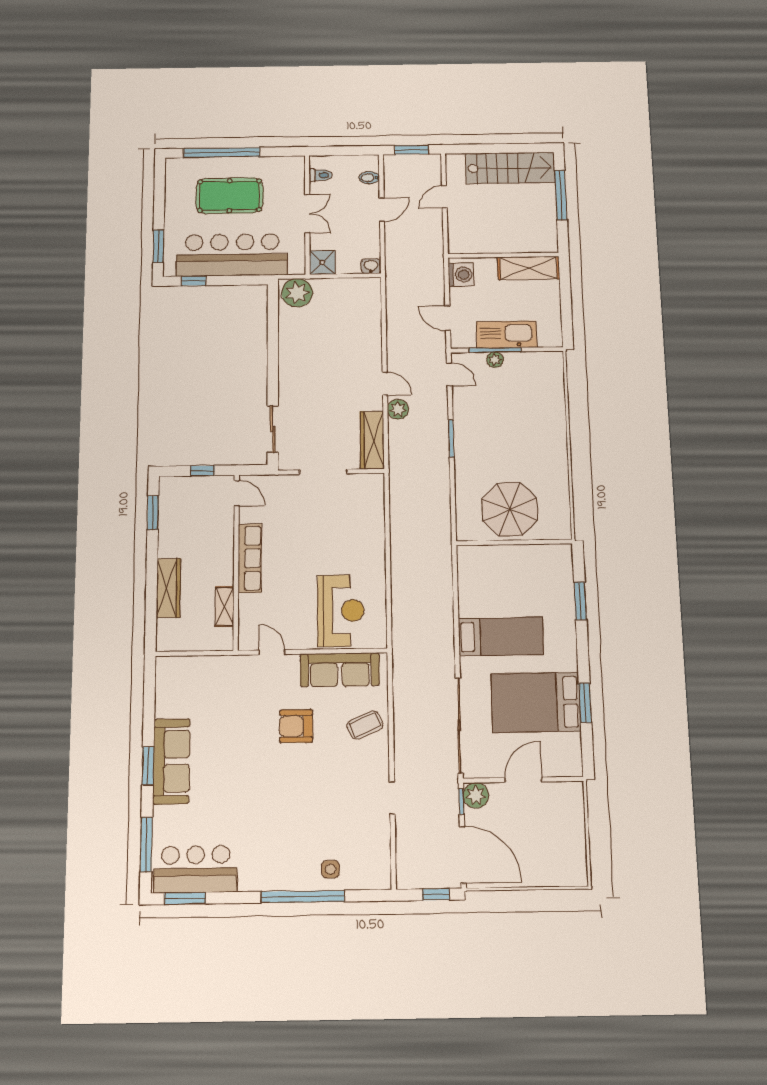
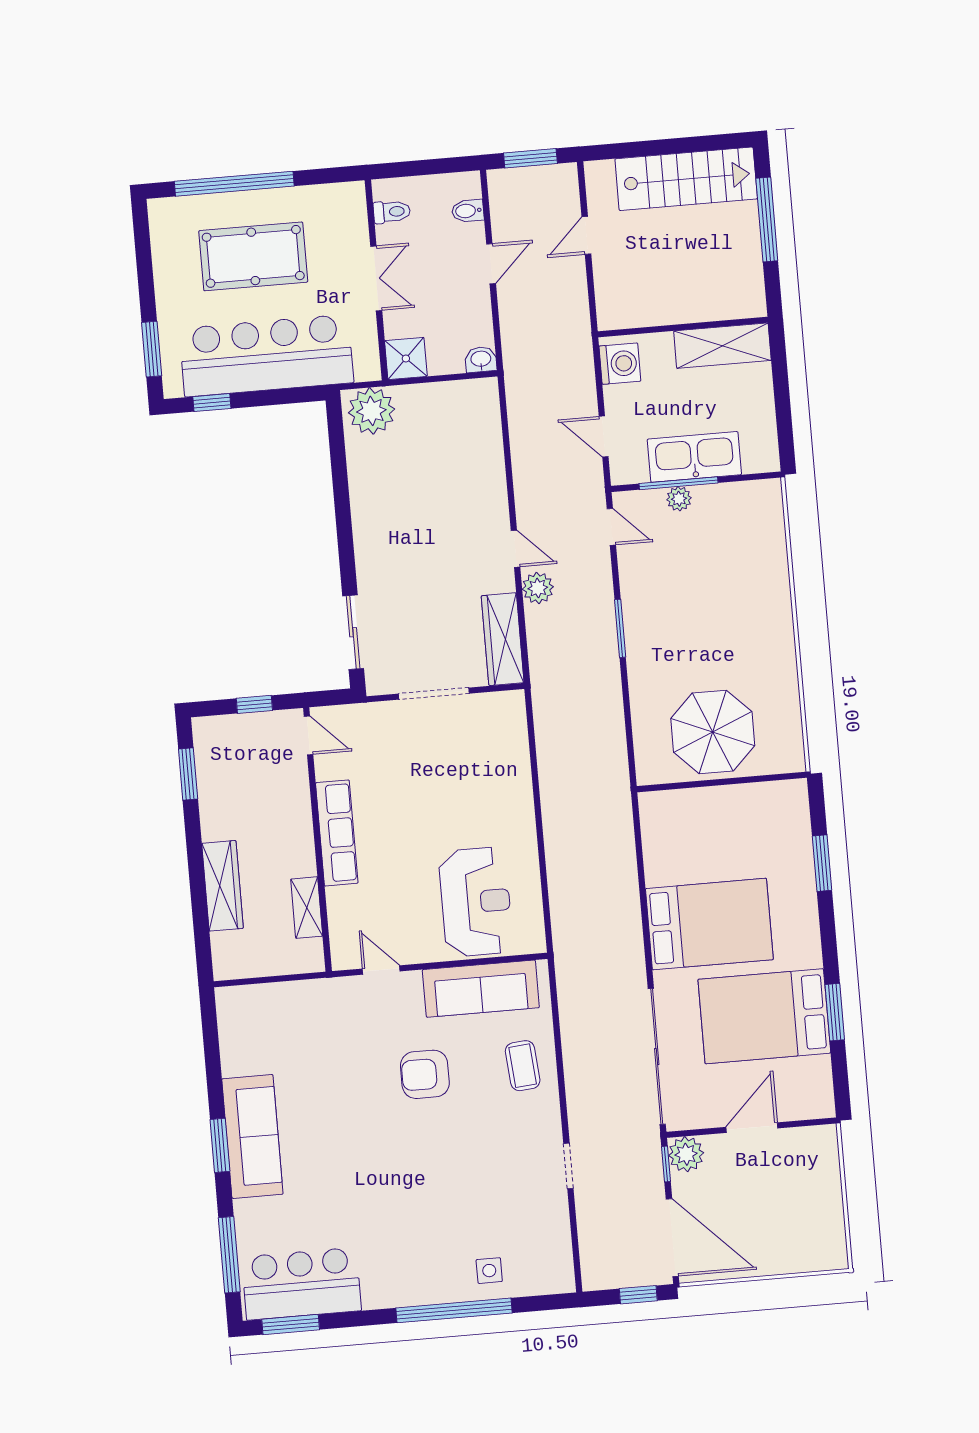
bed: (501, 637) -> (709, 924), width x1.50
coffee table: (365, 725) -> (523, 1066), turned -72

